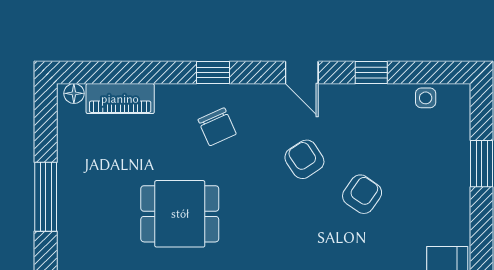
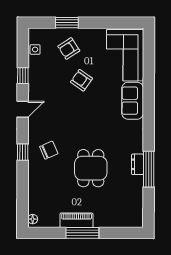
piano: (120, 99) -> (77, 220), moved, turned -90
armchair: (304, 159) -> (69, 49), moved

